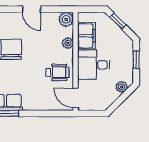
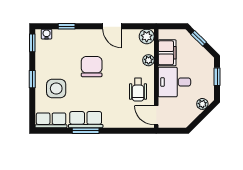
wheelchair: (57, 72) -> (138, 90), turned 90

